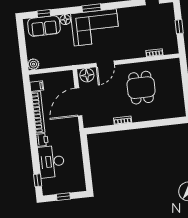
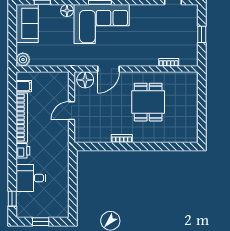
sofa: (44, 26) -> (27, 23), moved, turned -90
door: (78, 102) -> (71, 111), width x0.53
desk: (51, 162) -> (31, 178), width x0.73

